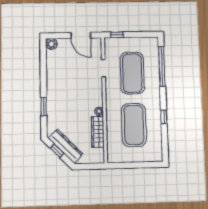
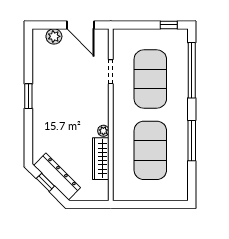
window: (117, 35) -> (169, 25), moved
plant: (51, 44) -> (54, 36), moved
window: (44, 107) -> (28, 96), moved
window: (164, 117) -> (192, 141), width x2.17

